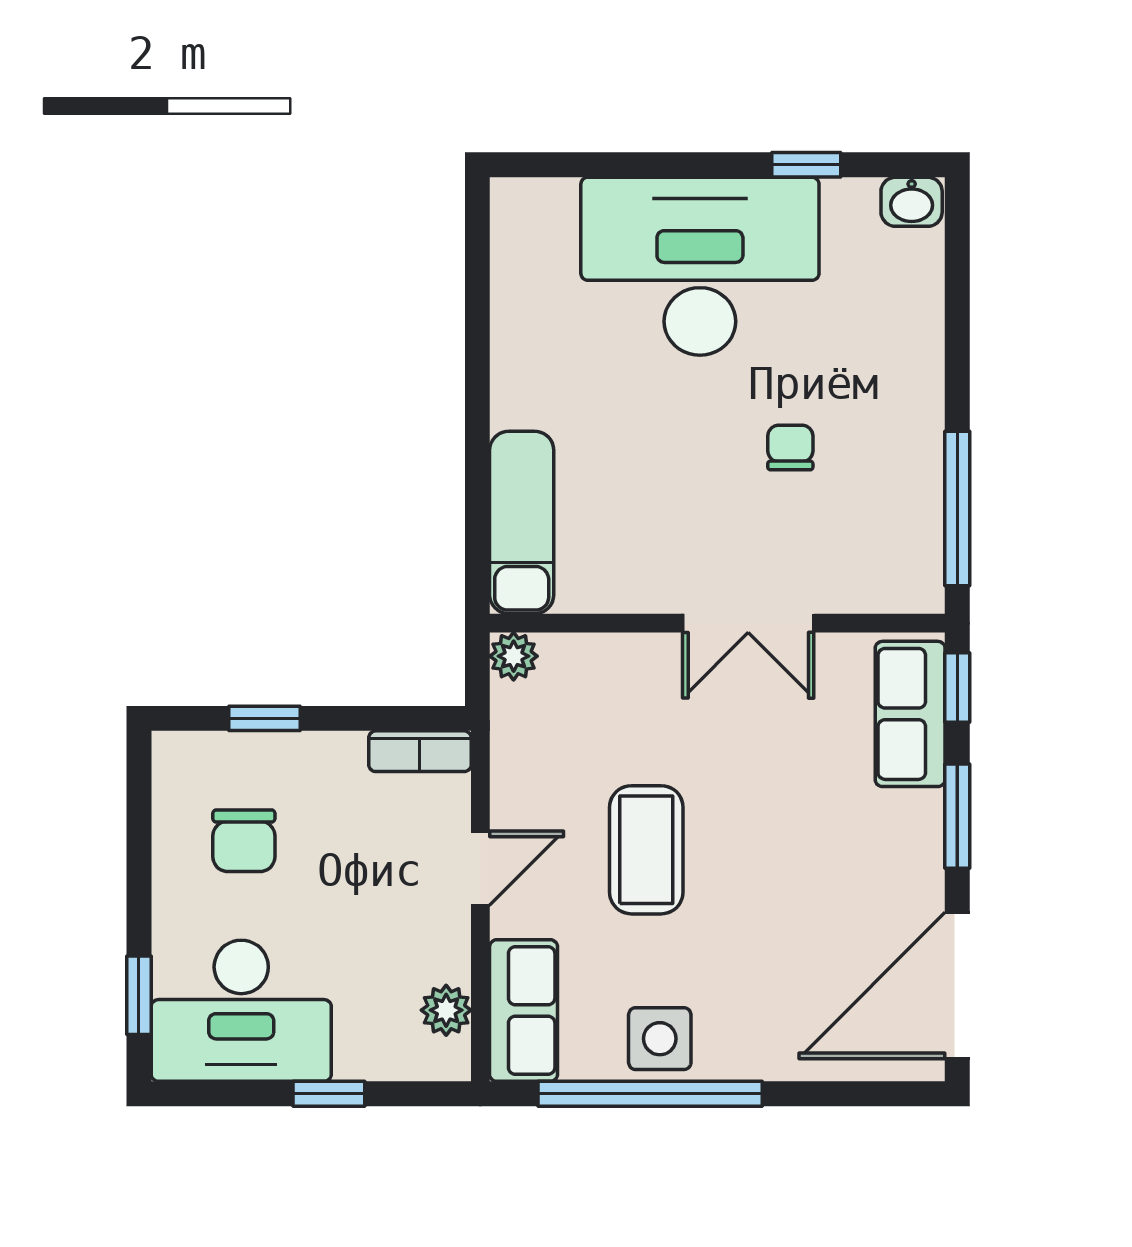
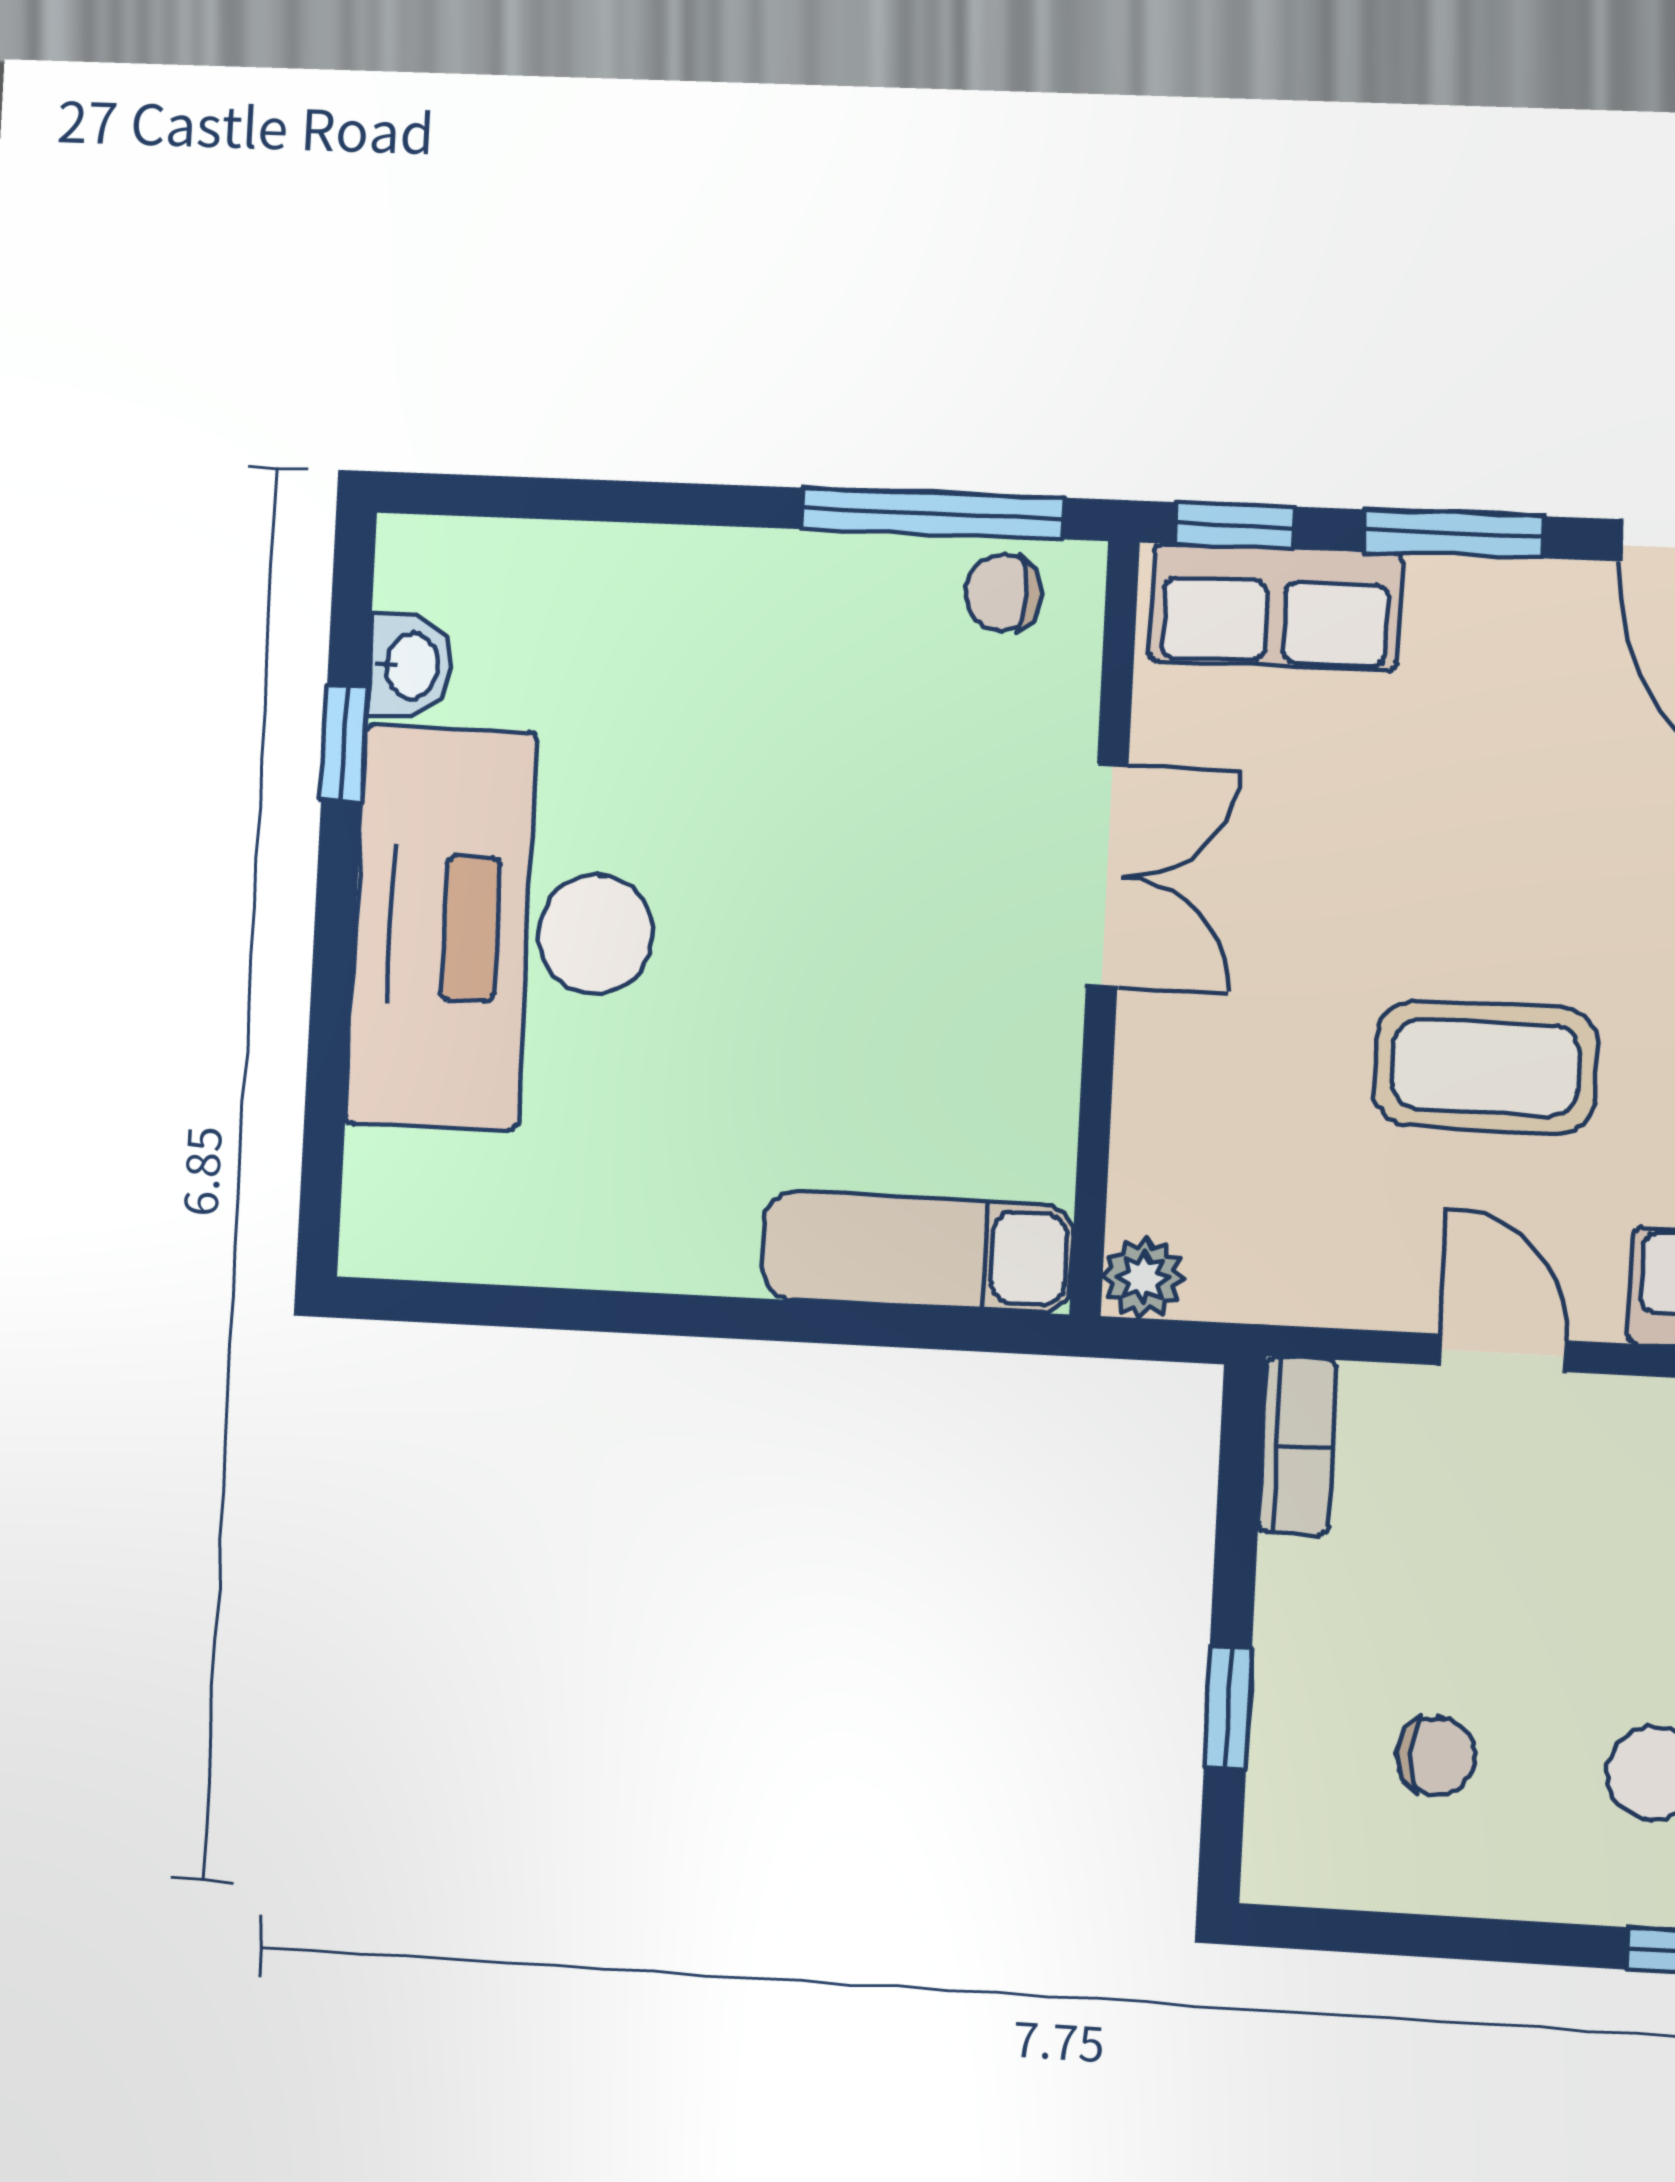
washbasin: (912, 202) -> (410, 666), moved
chair: (790, 448) -> (1003, 593), moved
chair: (244, 841) -> (1436, 1756), width x0.73, depth x0.73

